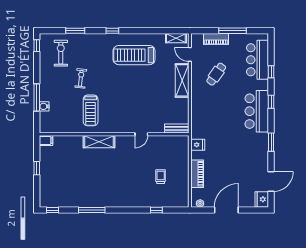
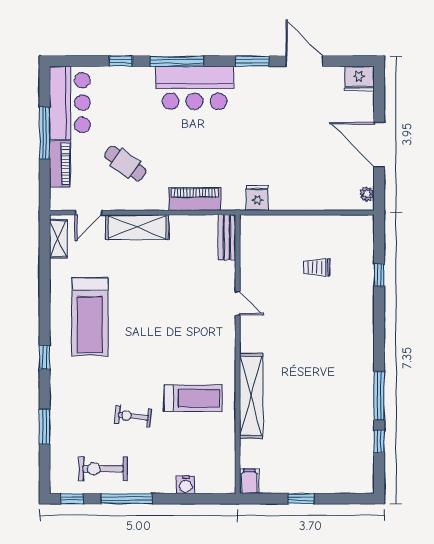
exercise bike: (61, 53) -> (103, 469), moved
bar counter: (258, 60) -> (70, 103), moved, turned -90
window: (37, 98) -> (127, 499), moved
window: (271, 102) -> (177, 61), width x2.17
shelving: (99, 142) -> (251, 396), width x1.47
piano: (197, 174) -> (195, 199), moved
door: (271, 182) -> (304, 61), moved
window: (52, 210) -> (379, 441), moved

